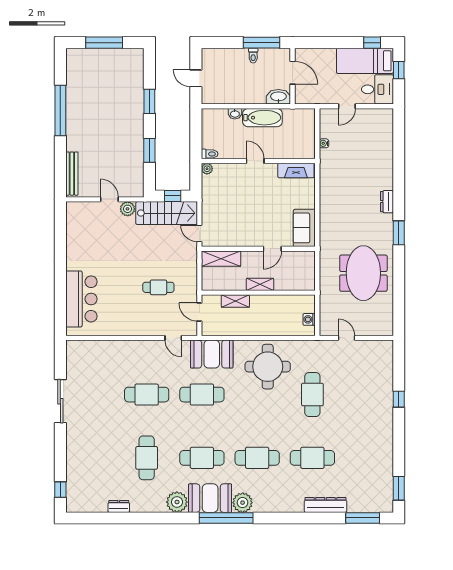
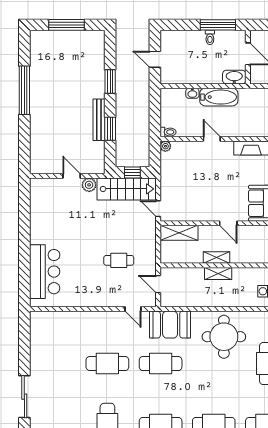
bench: (72, 174) -> (99, 120), moved
door: (272, 249) -> (228, 223), hinge flipped
shelving: (235, 301) -> (218, 274), moved
sliding door: (60, 401) -> (24, 397), moved

